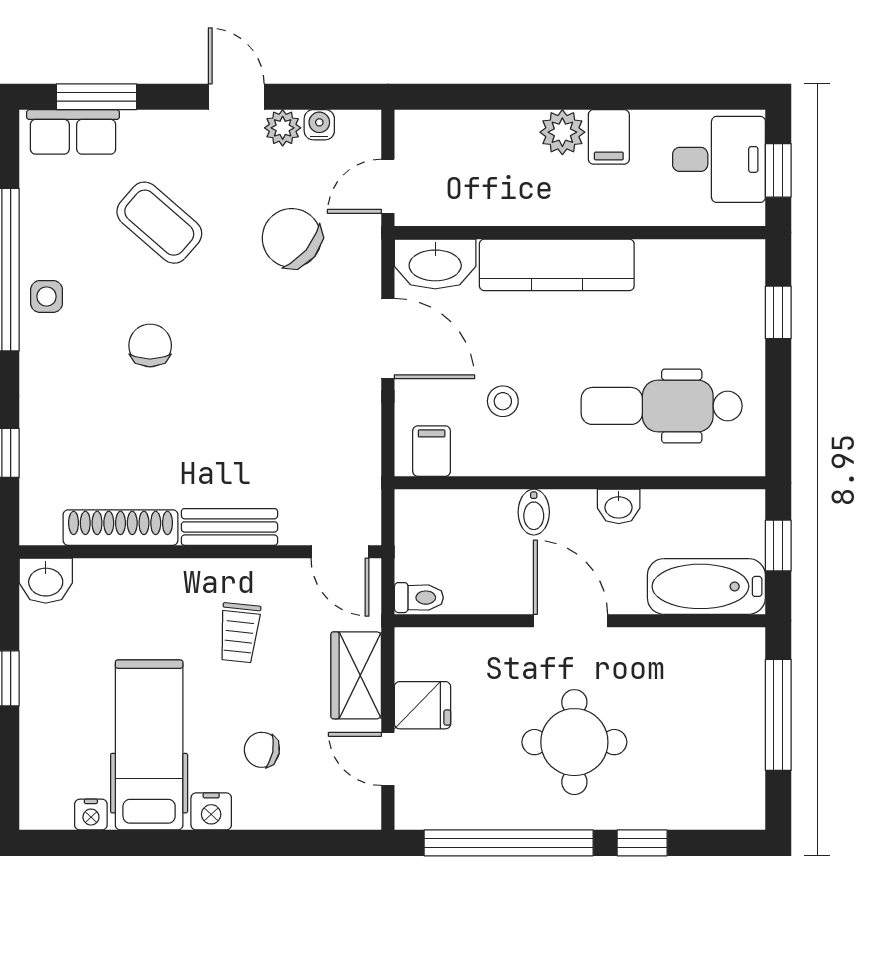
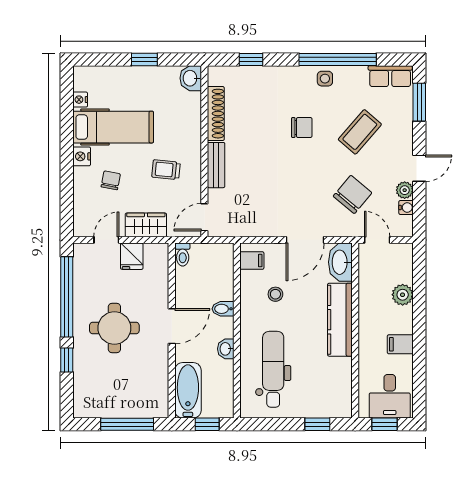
row of seats: (73, 132) -> (390, 76), moved, turned -90
plant: (562, 132) -> (403, 295), moved

